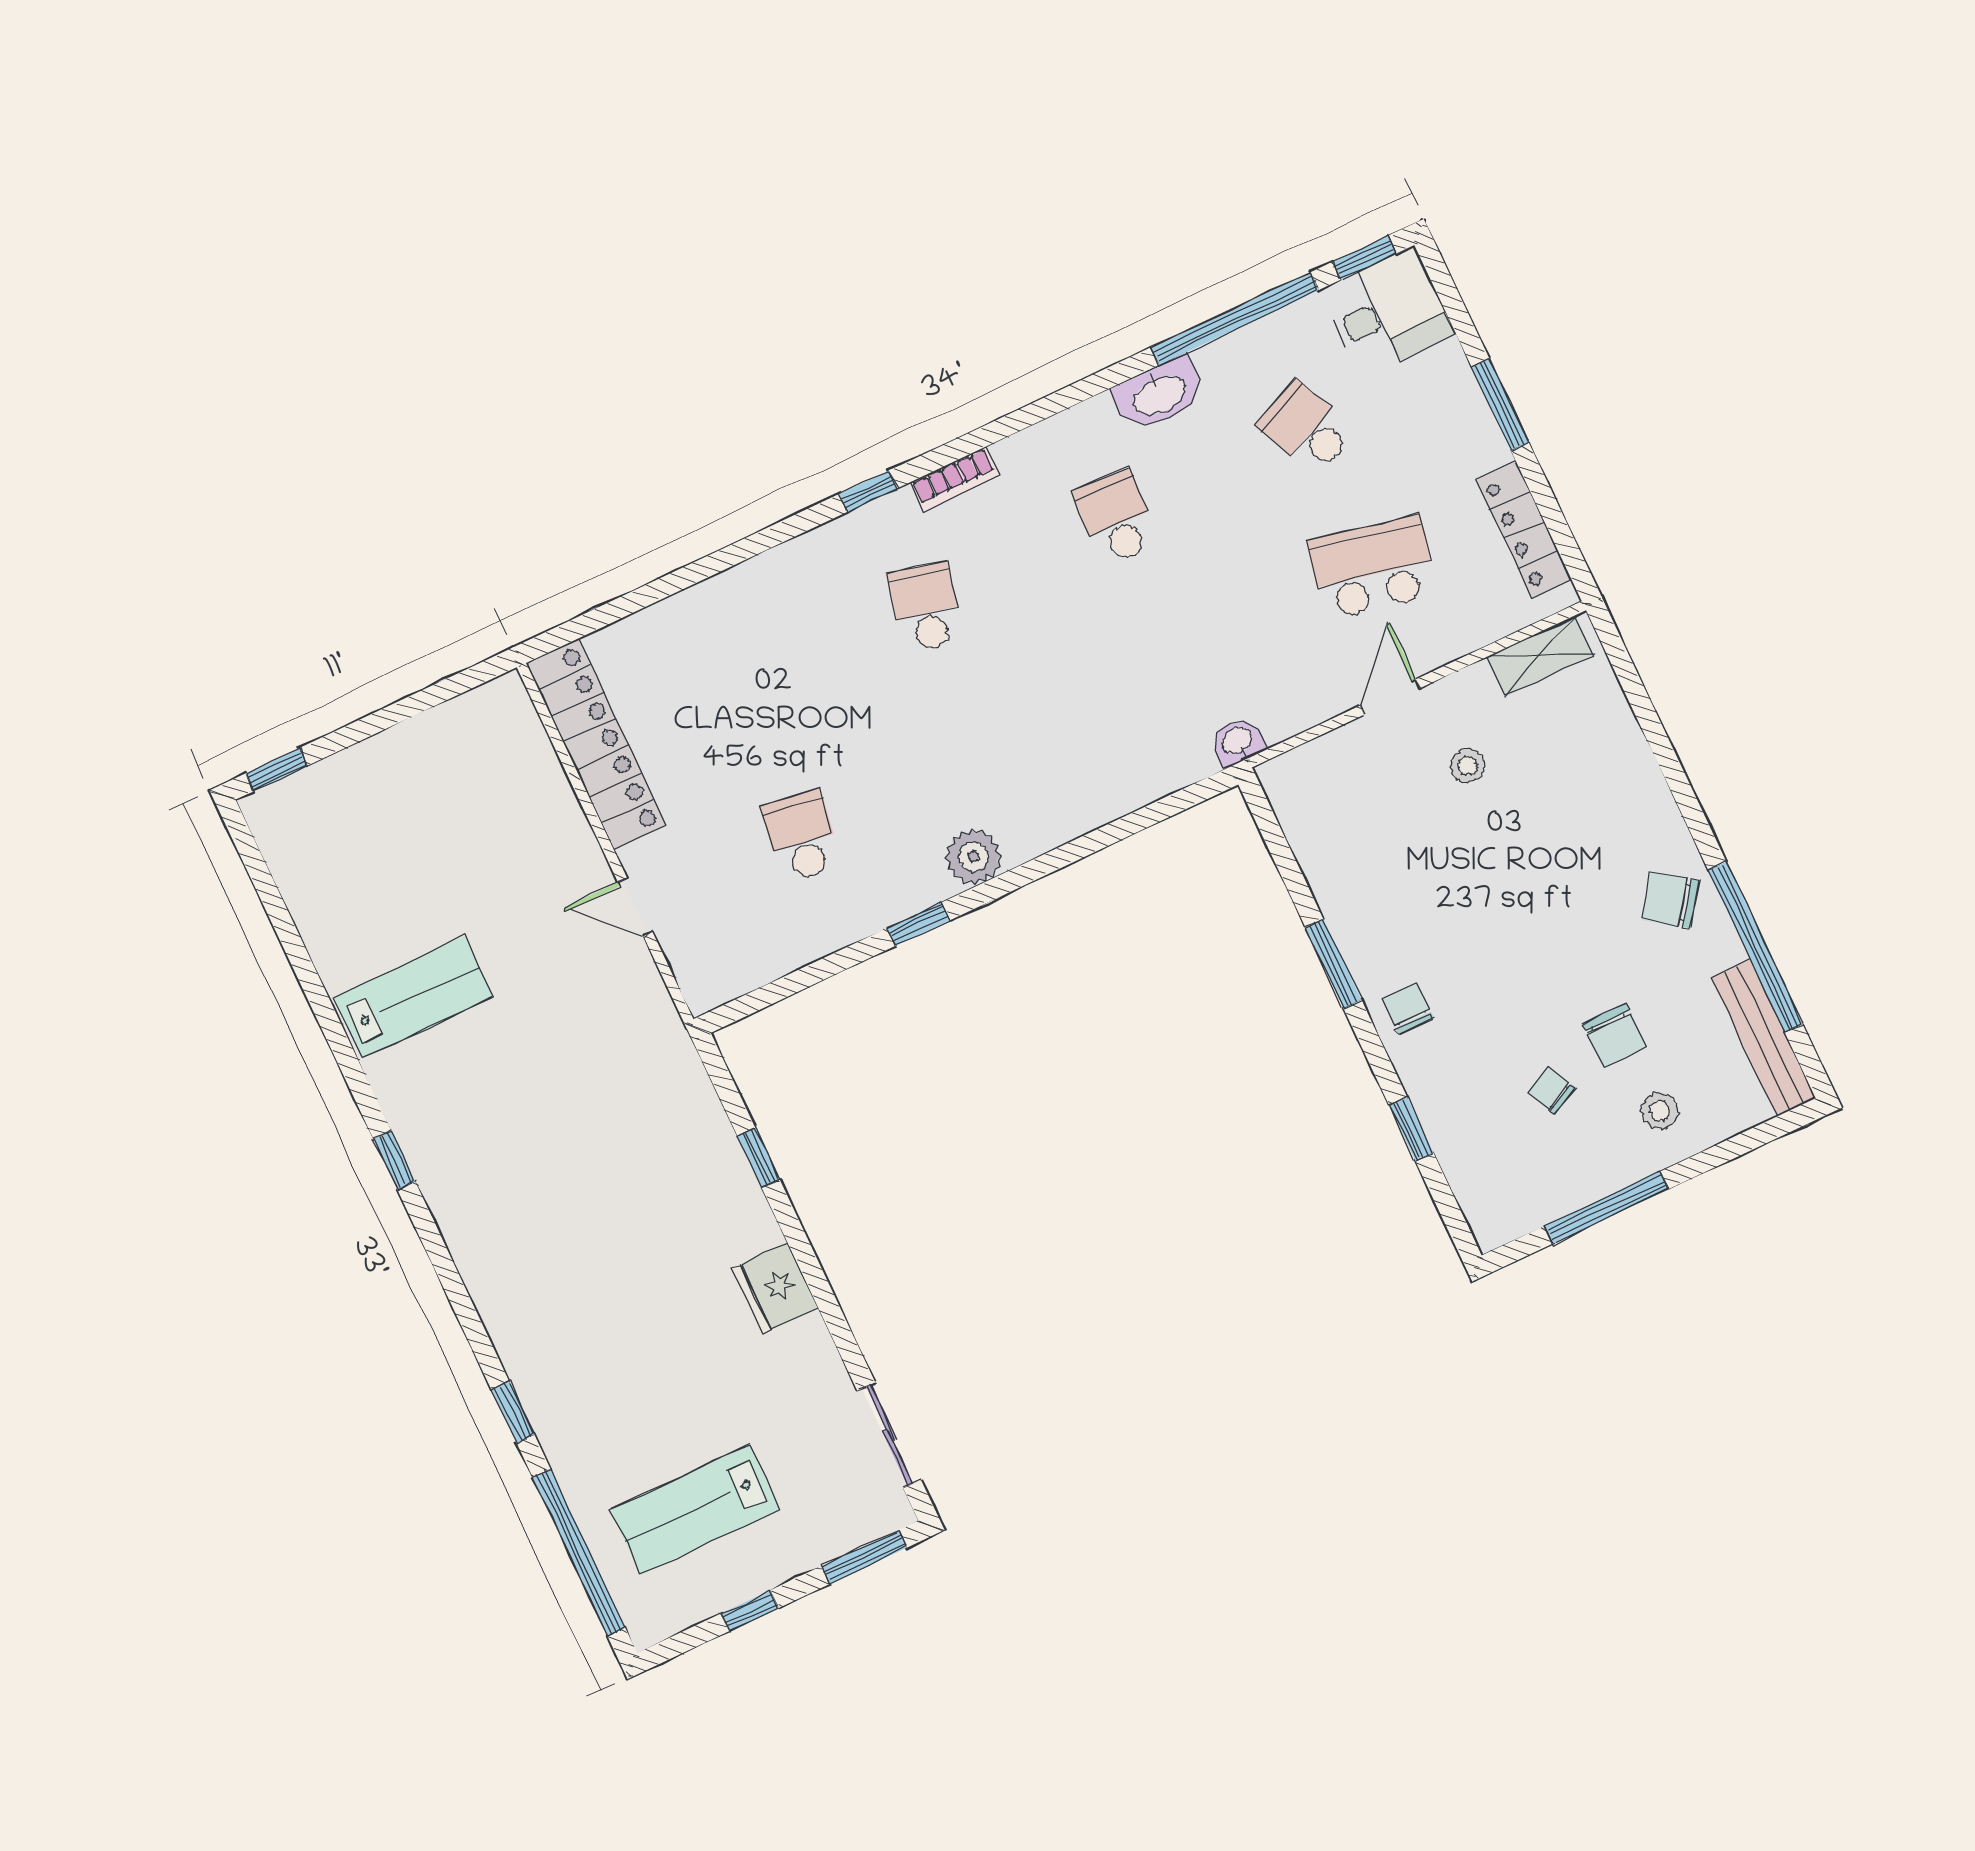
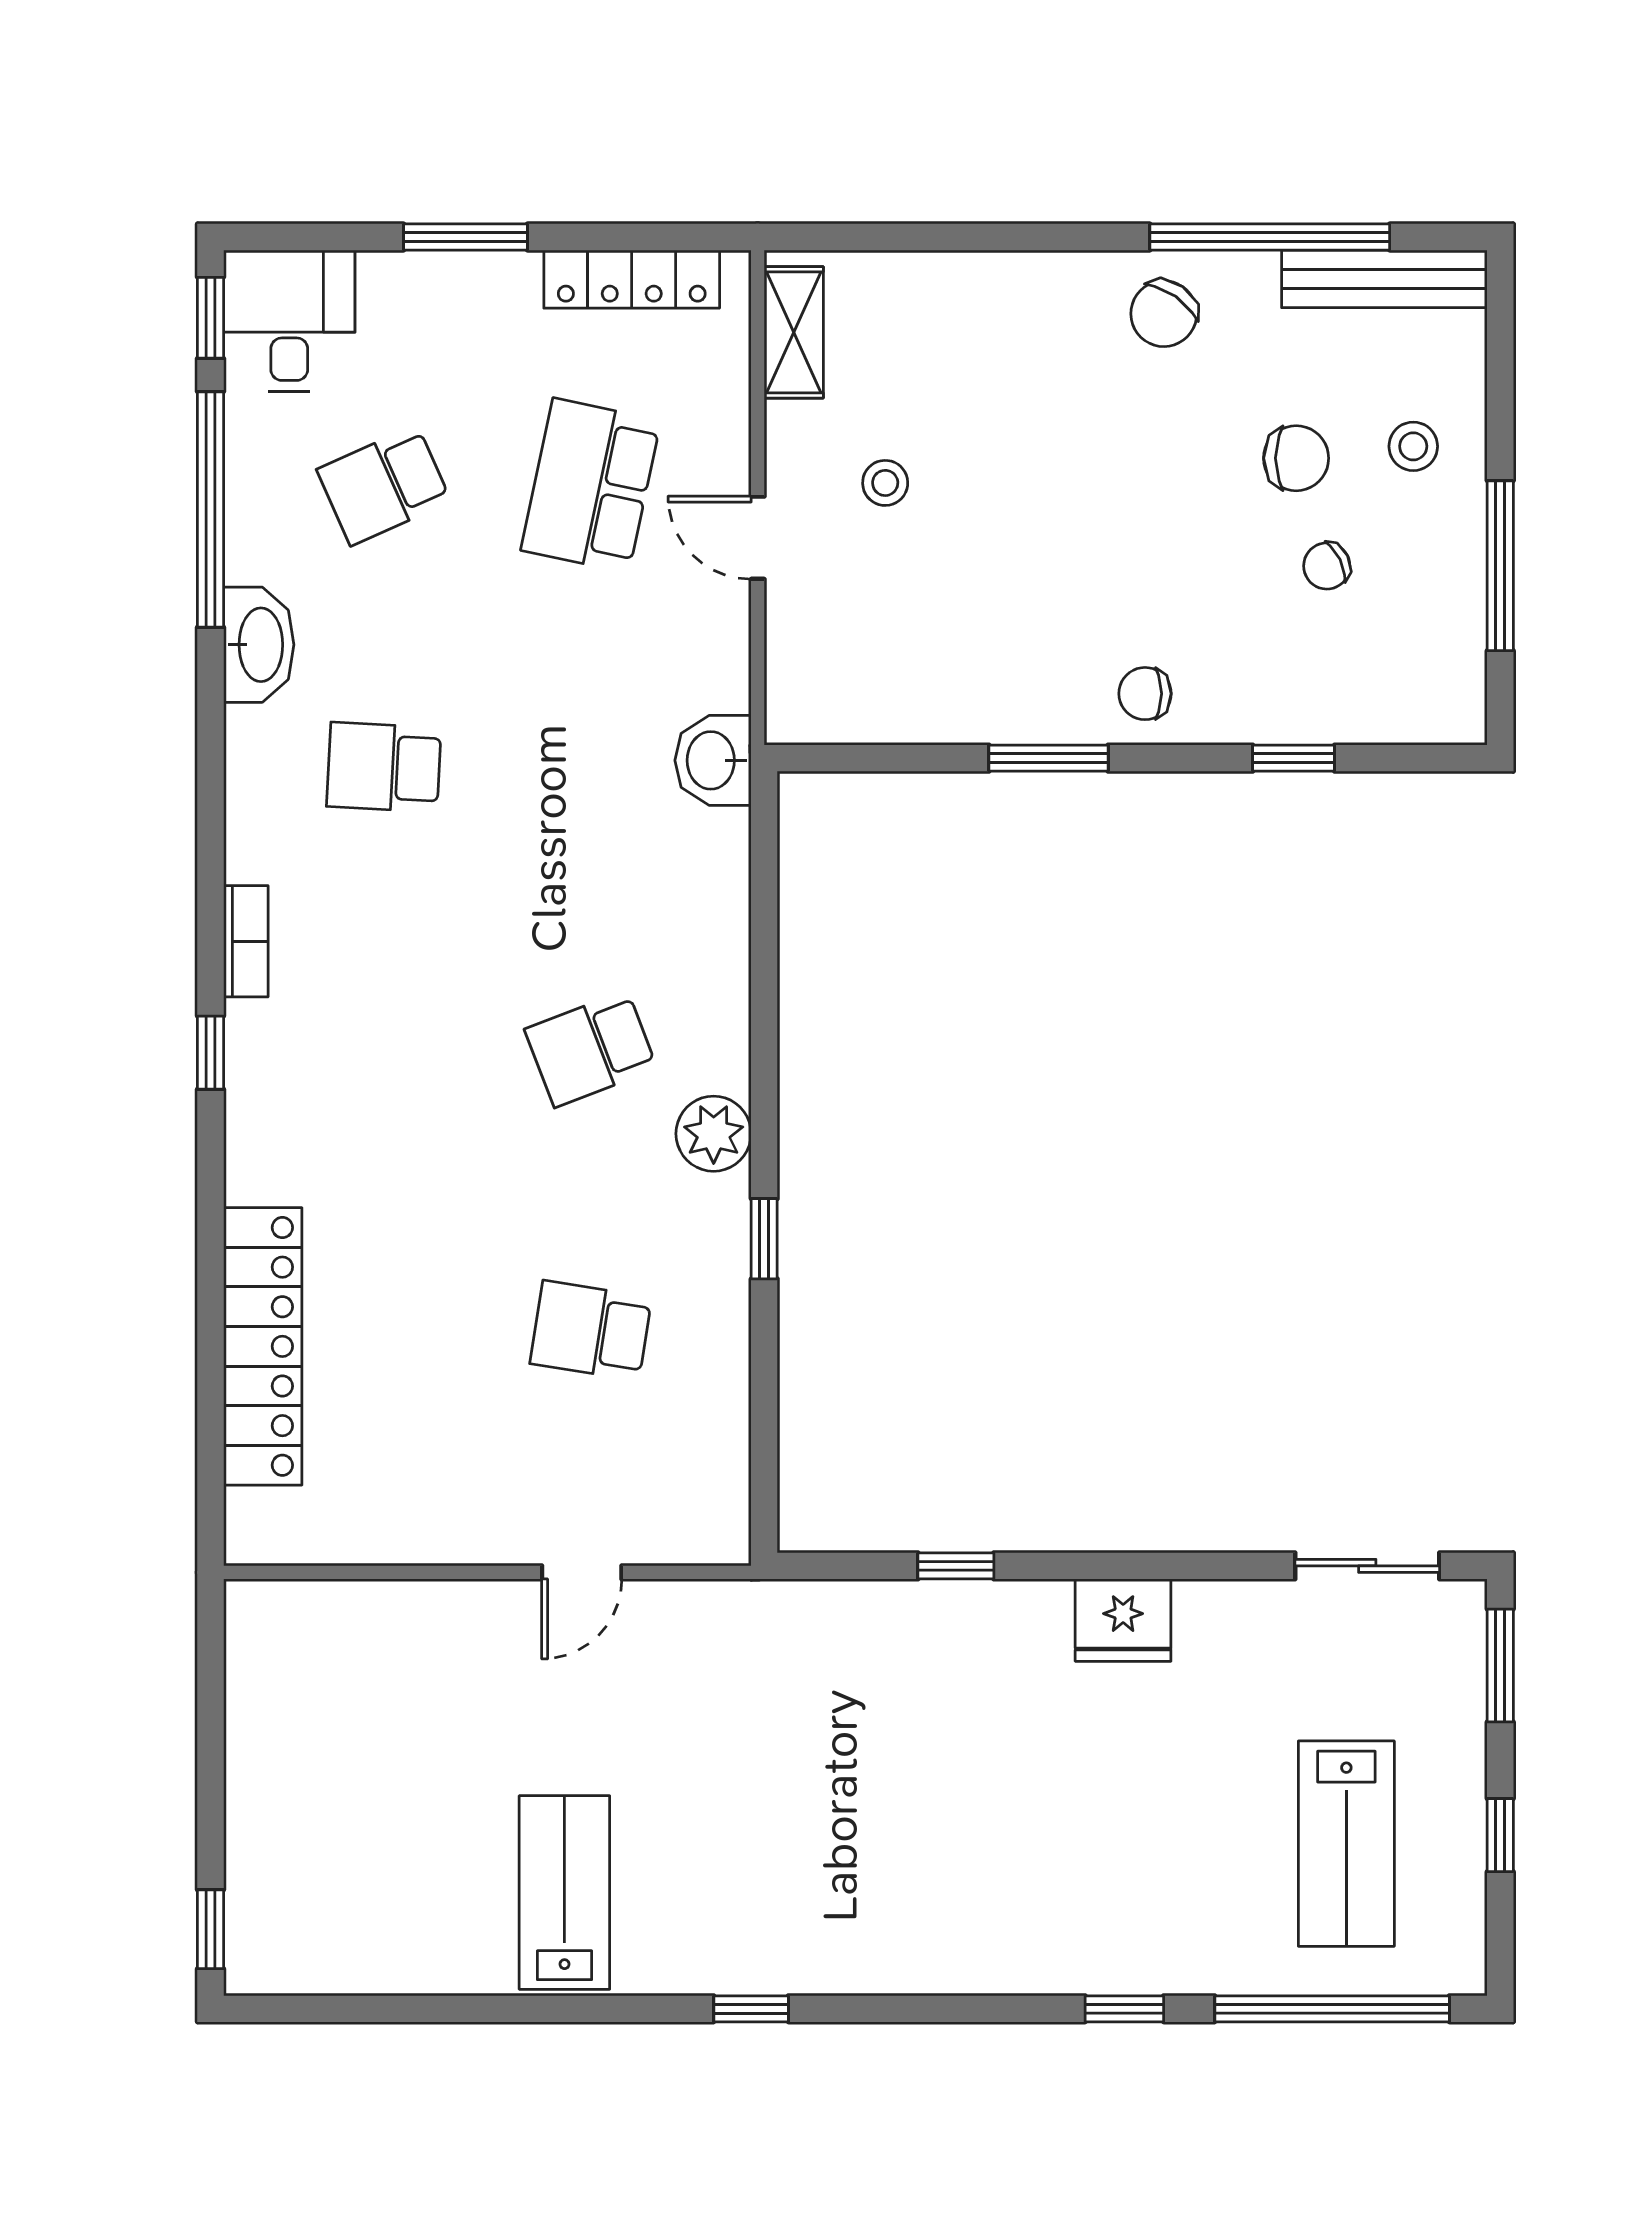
school desk: (926, 607) -> (591, 1049), moved, turned -33
washbasin: (1237, 742) -> (713, 760), width x1.38, depth x1.45
locker: (596, 744) -> (263, 1346), moved, turned 90

